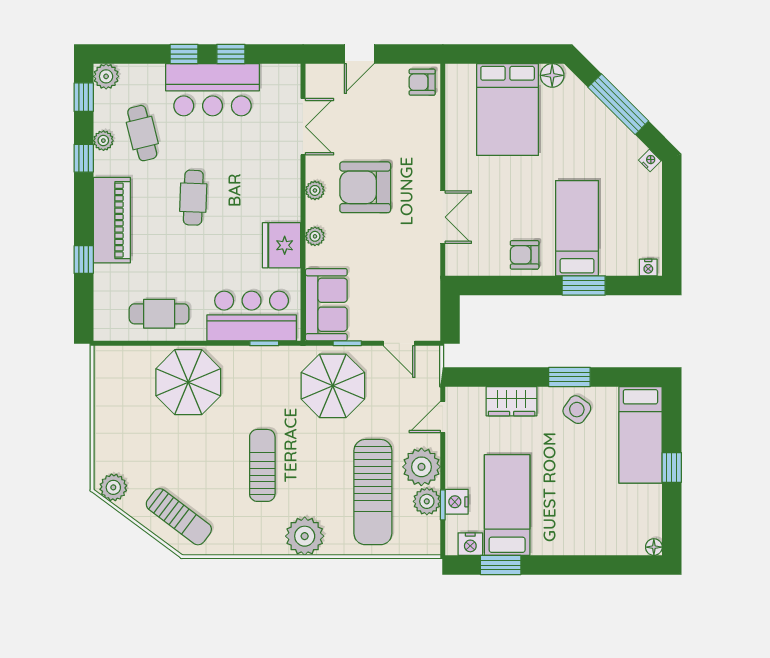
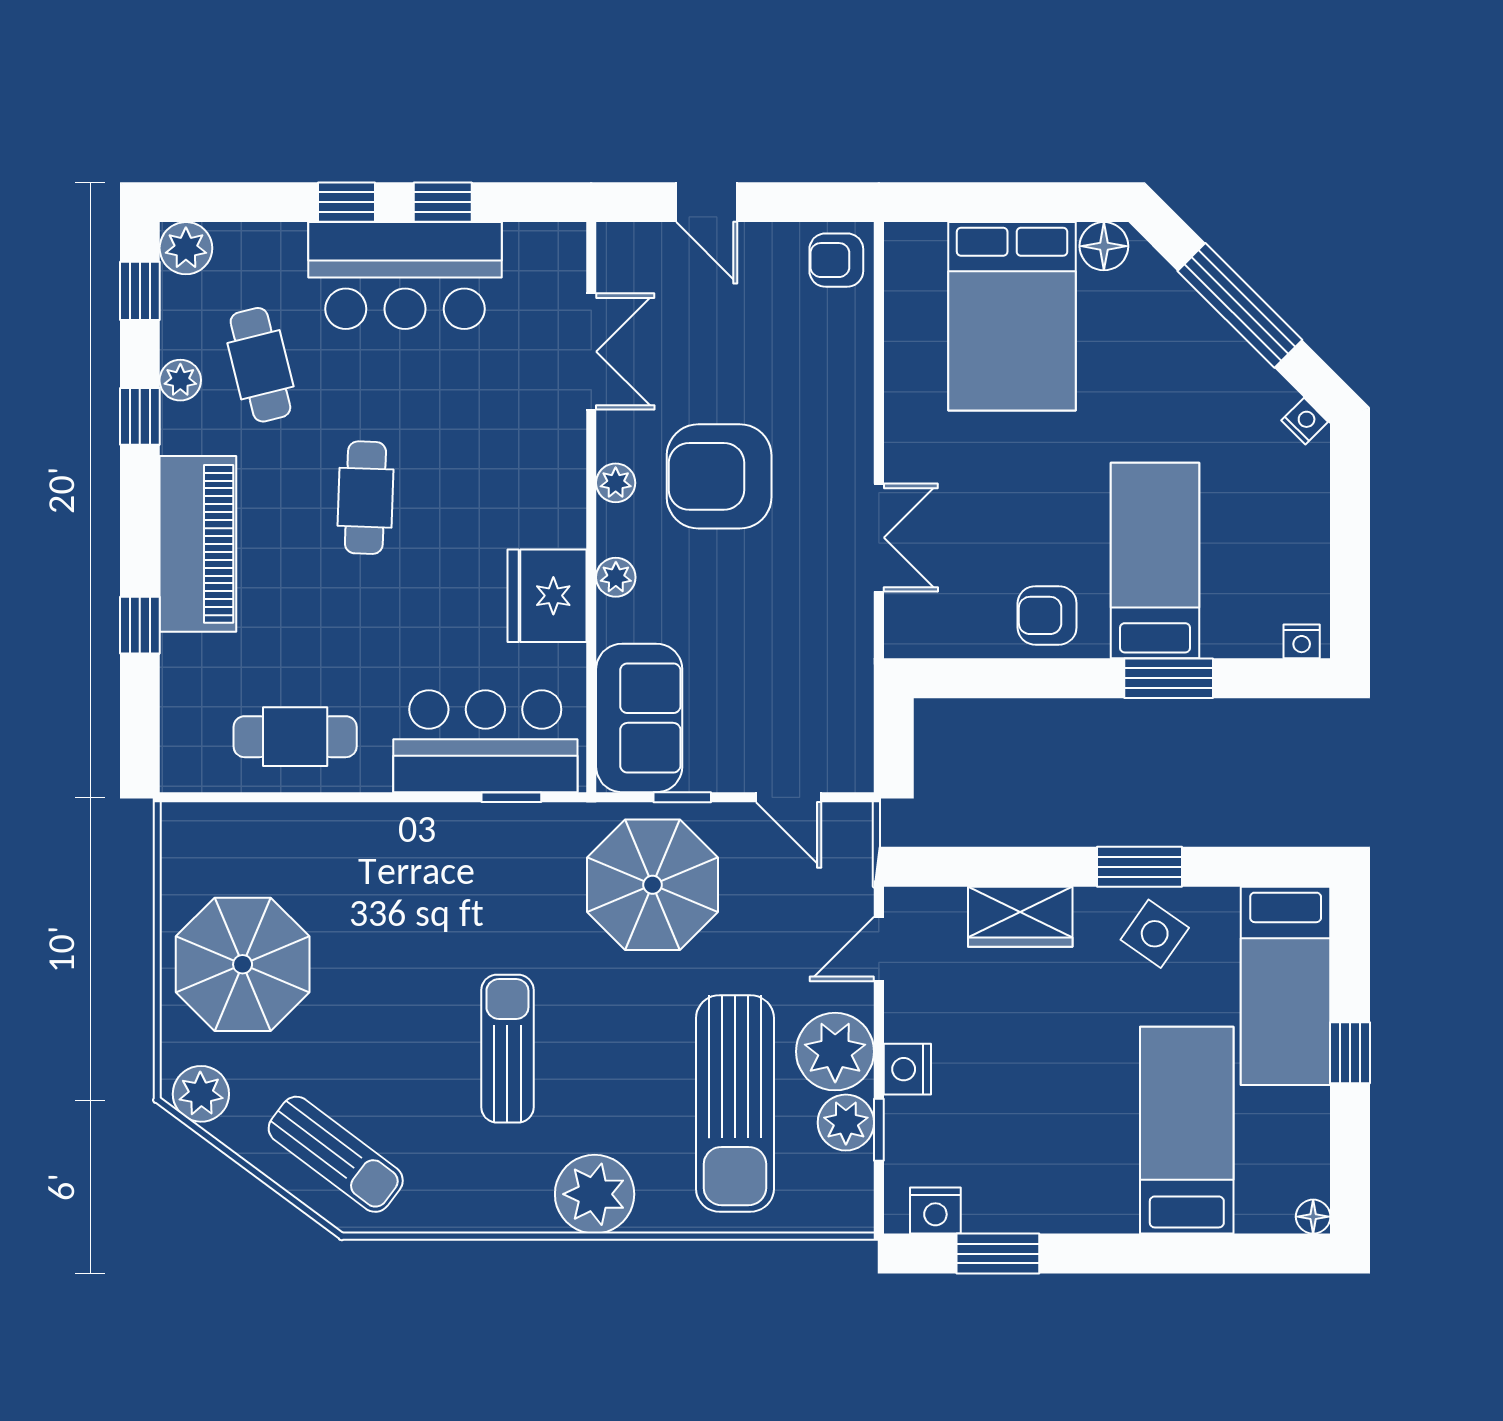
door: (359, 54) -> (707, 202), hinge flipped
parasol: (188, 382) -> (243, 964), moved
nightstand: (457, 502) -> (907, 1069), moved
bed: (507, 505) -> (1187, 1130), moved

